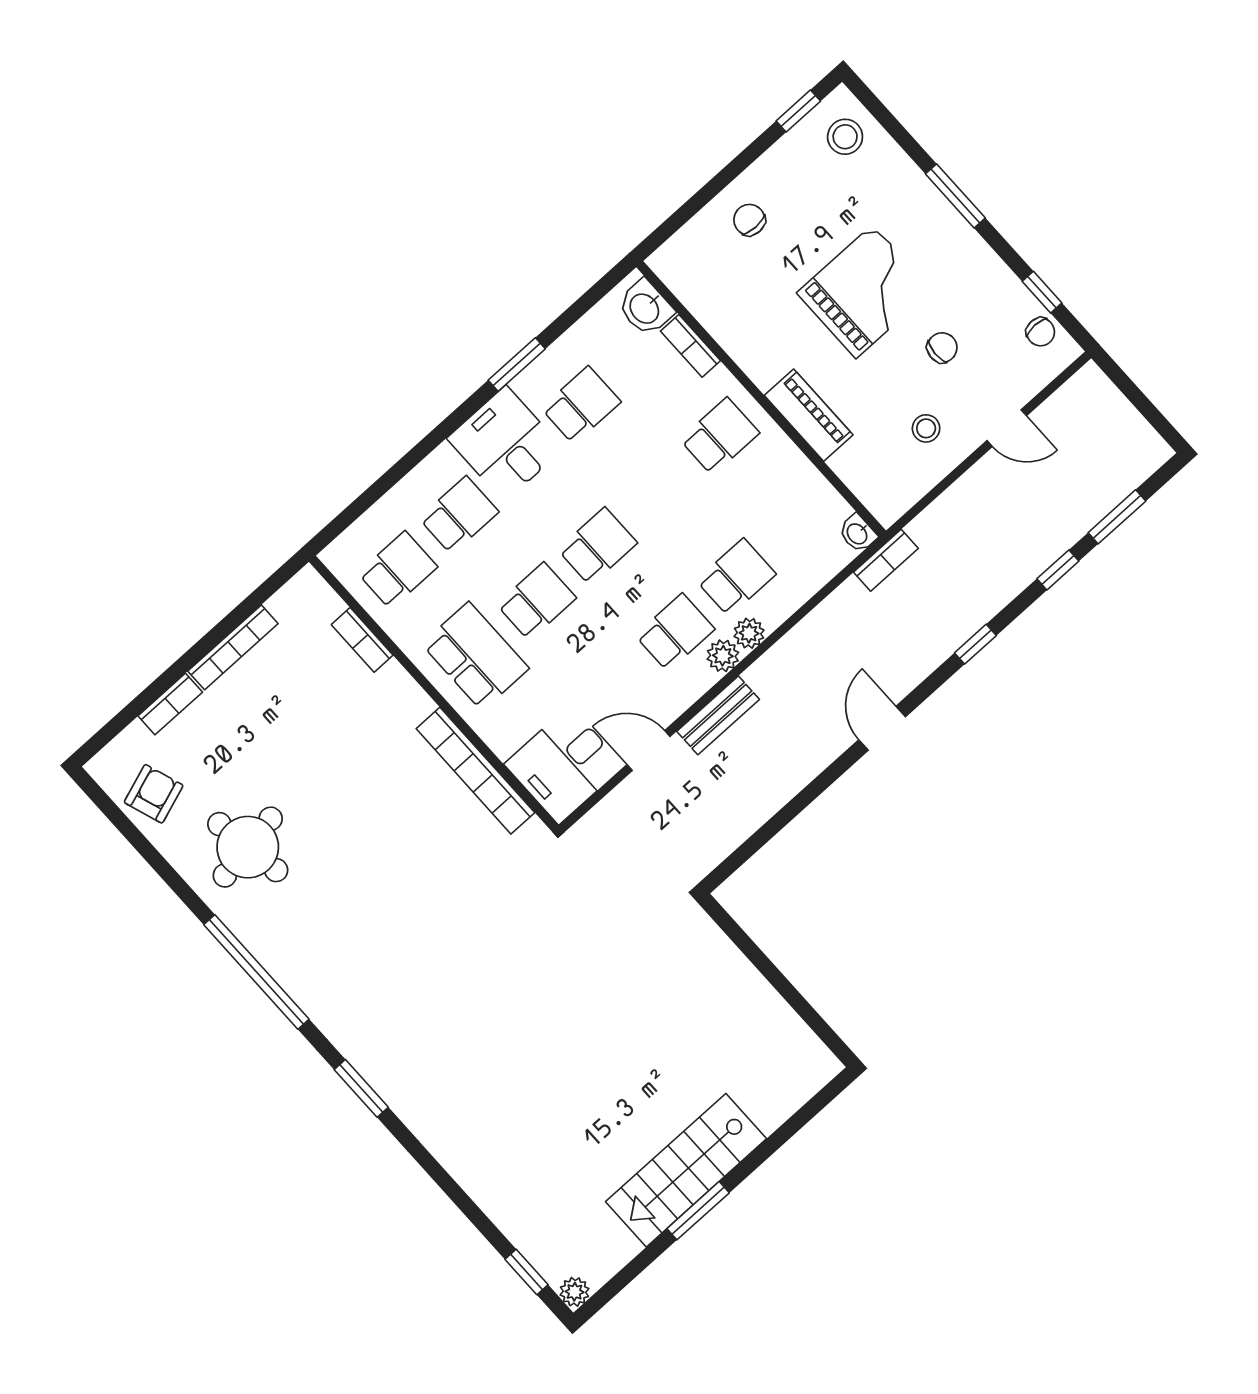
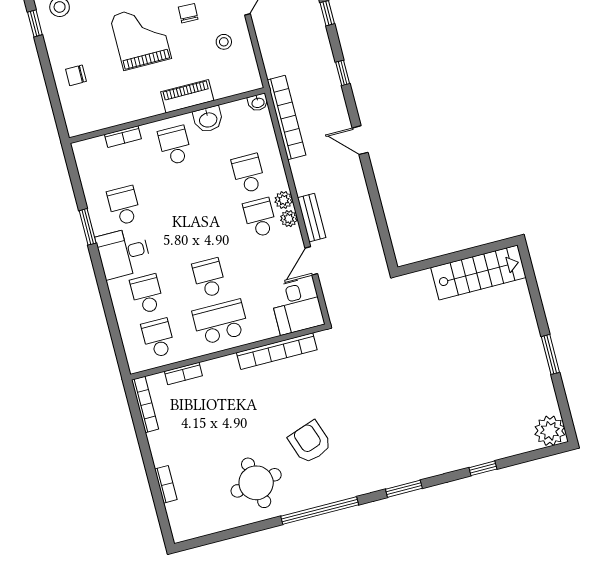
washbasin: (645, 308) -> (208, 119), moved
school desk: (597, 546) -> (198, 234), removed
bookcase: (886, 560) -> (286, 117), width x2.31, depth x1.31
plant: (749, 633) -> (289, 219), moved
bookcase: (233, 647) -> (145, 404), moved
armchair: (154, 794) -> (310, 442), moved, width x1.38, depth x1.38
stairs: (686, 1170) -> (478, 273), moved, turned -90
window: (527, 1272) -> (483, 468), moved
plant: (575, 1292) -> (550, 431), width x1.88, depth x1.88

